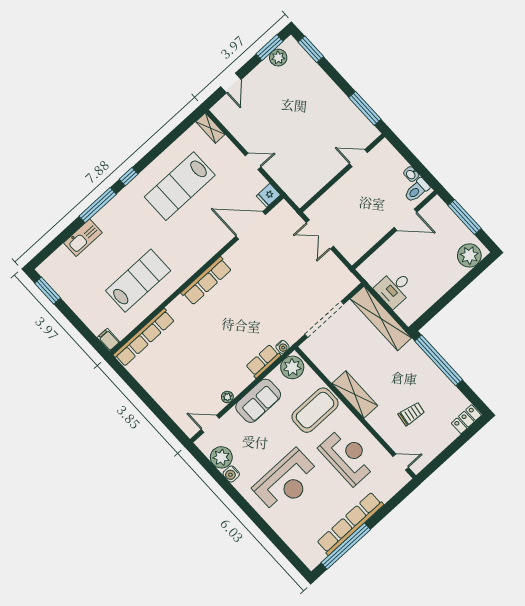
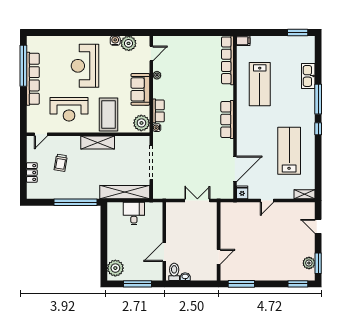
locker: (466, 419) -> (32, 173), moved

